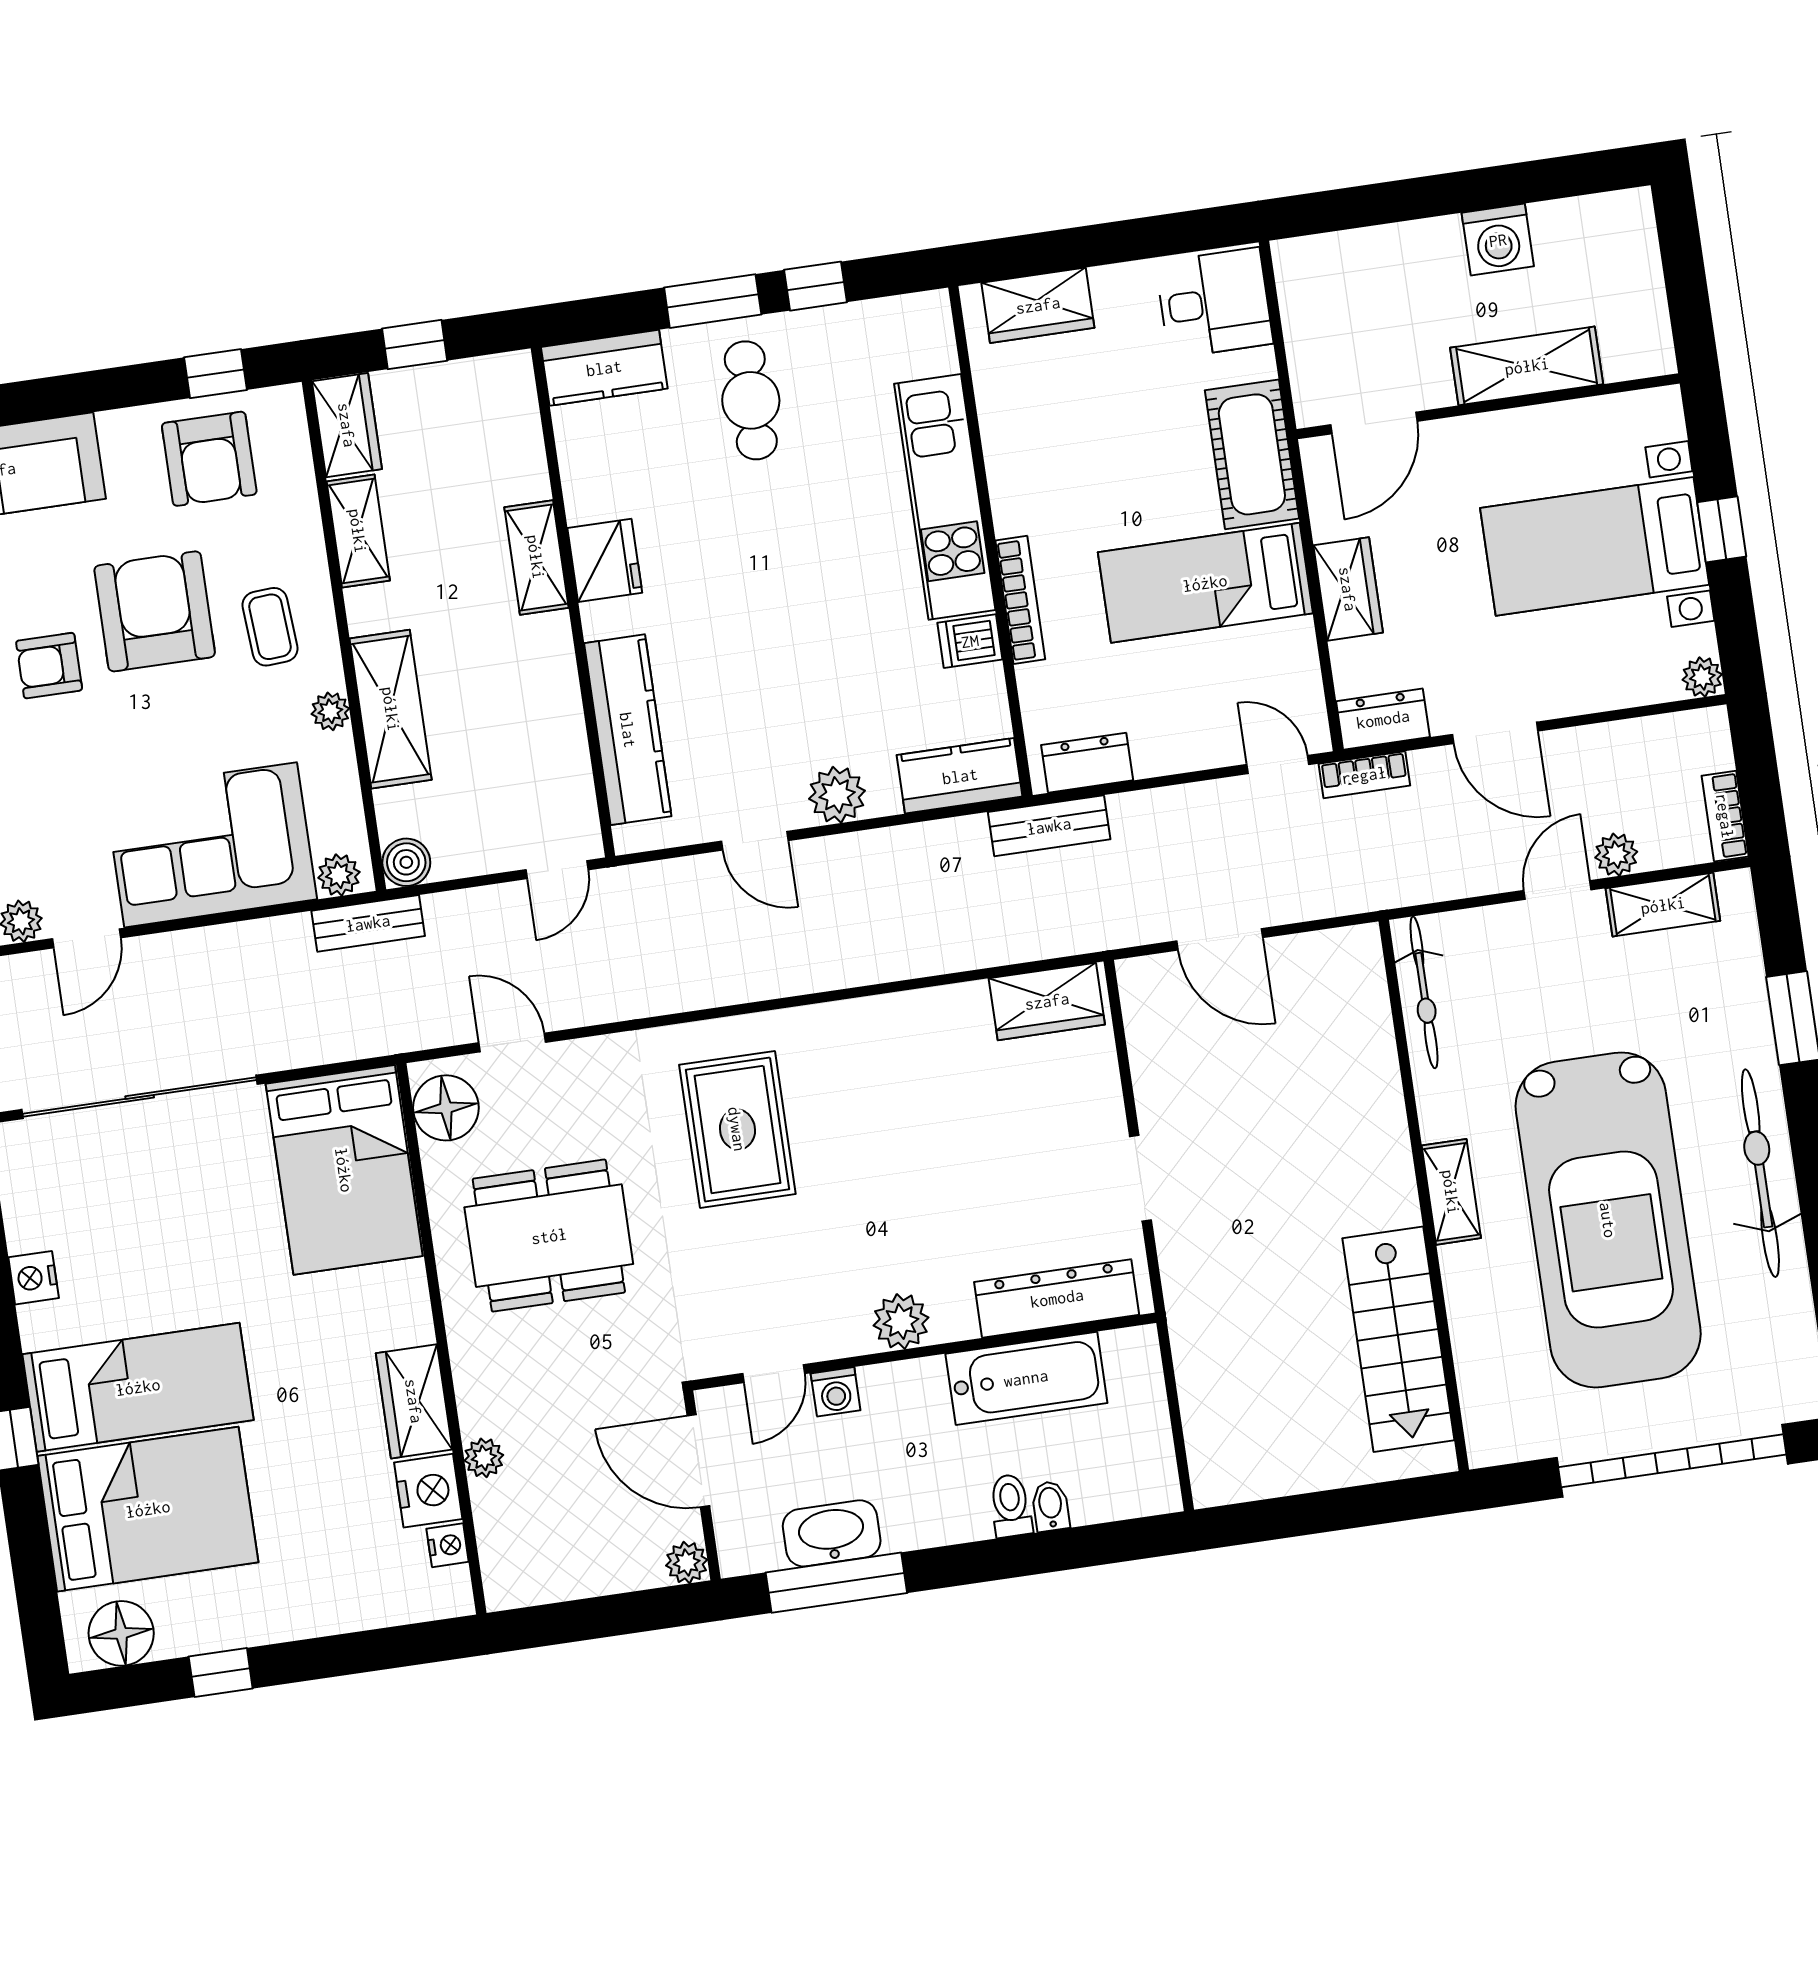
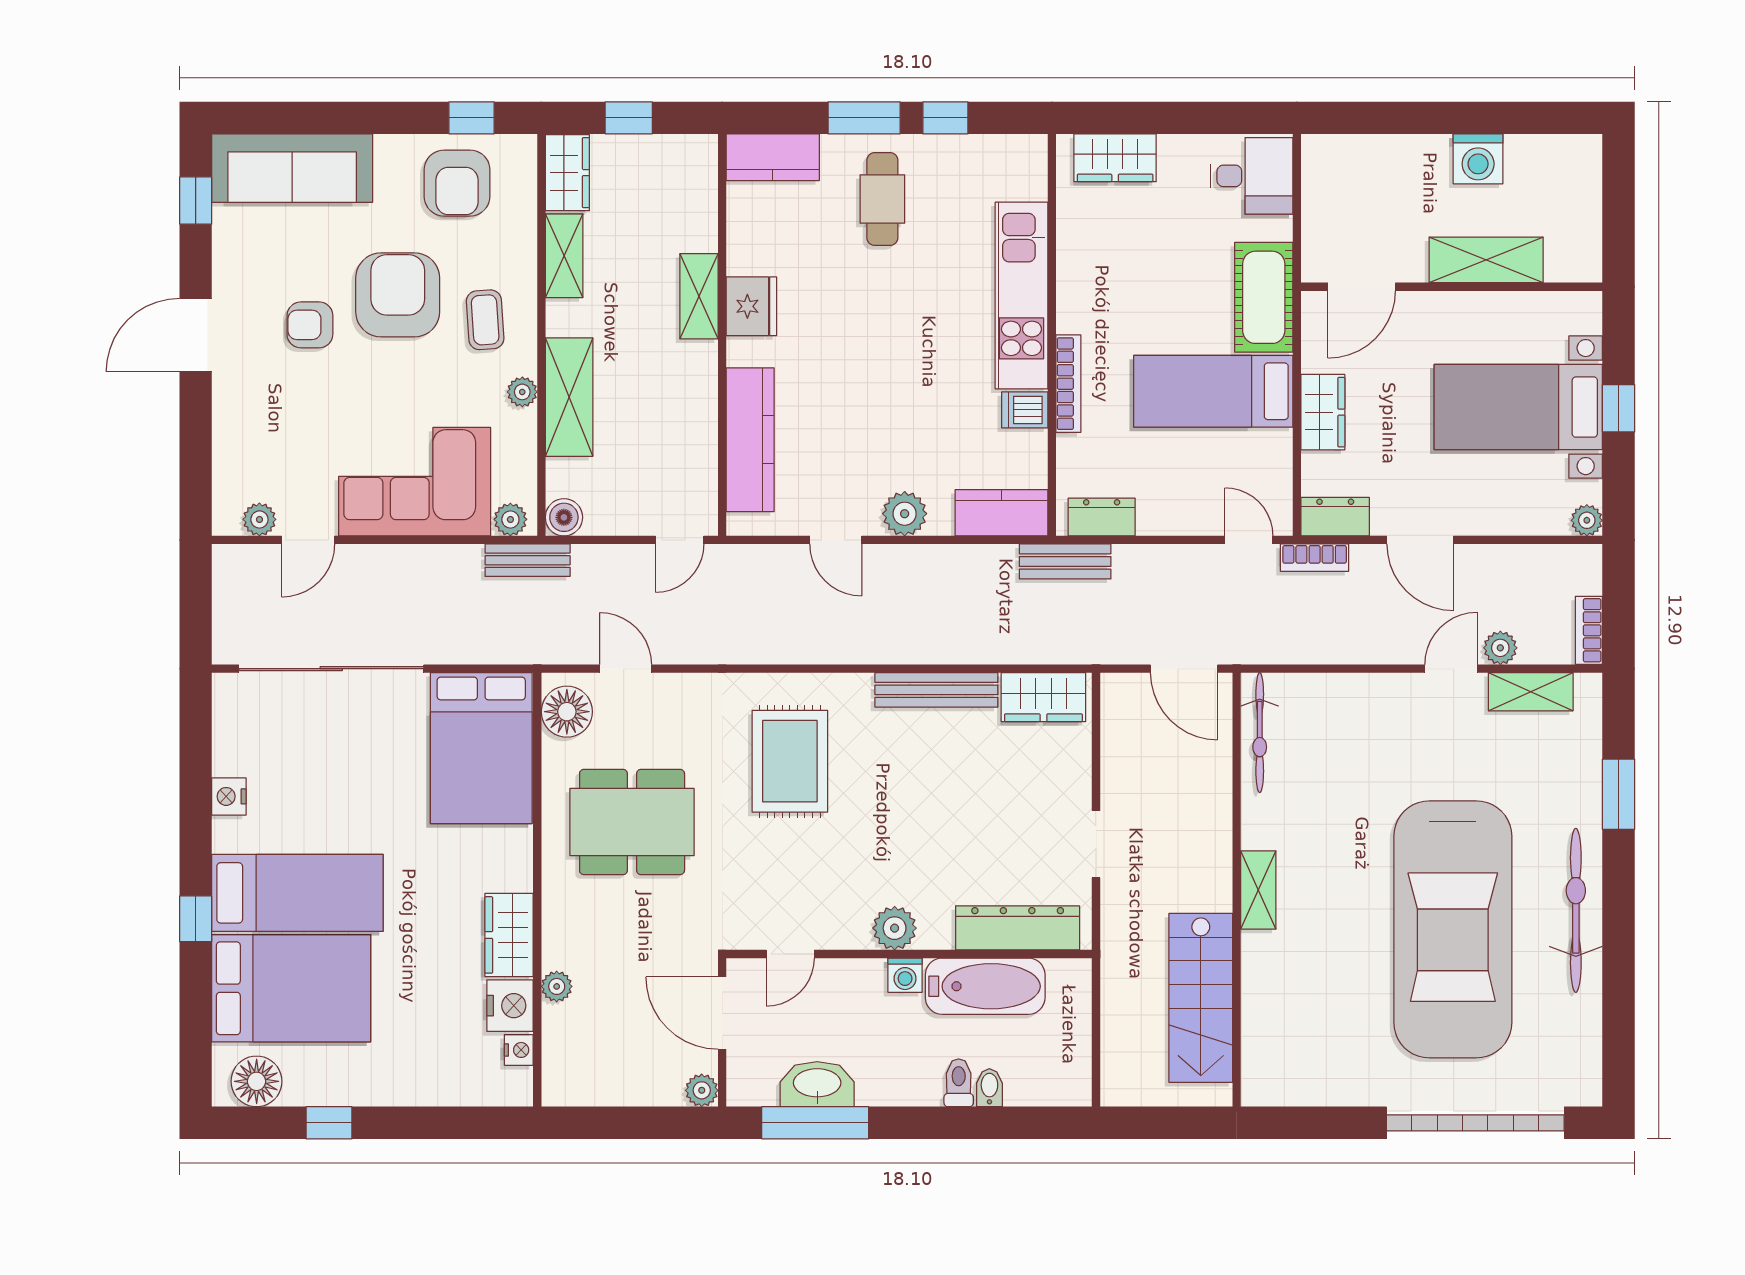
bicycle: (1424, 992) -> (1260, 733), moved
bench: (910, 1012) -> (936, 690), added
shelving: (1451, 1192) -> (1258, 890), moved
wall: (1424, 1195) -> (1237, 890), moved
stairs: (1398, 1339) -> (1201, 998), moved
washing machine: (836, 1392) -> (905, 975), moved

